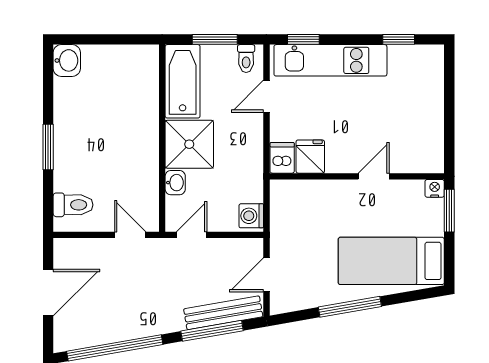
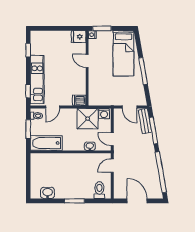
washbasin: (67, 60) -> (48, 193), moved
door: (266, 96) -> (53, 107), hinge flipped
shower: (189, 144) -> (88, 119), moved
fridge: (310, 157) -> (79, 37), moved
bench: (223, 313) -> (145, 121), width x0.73

